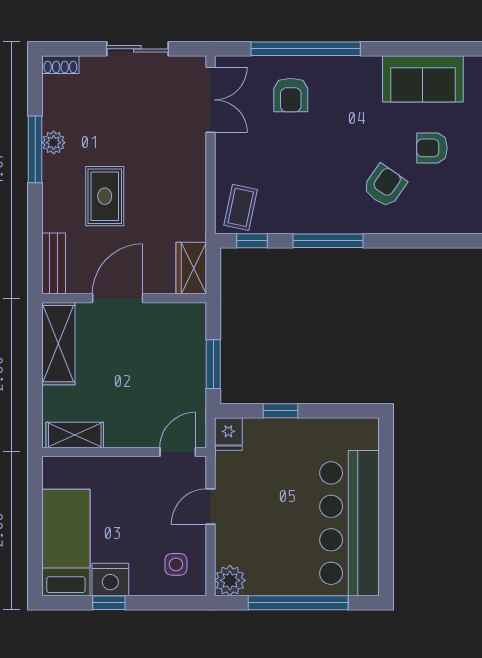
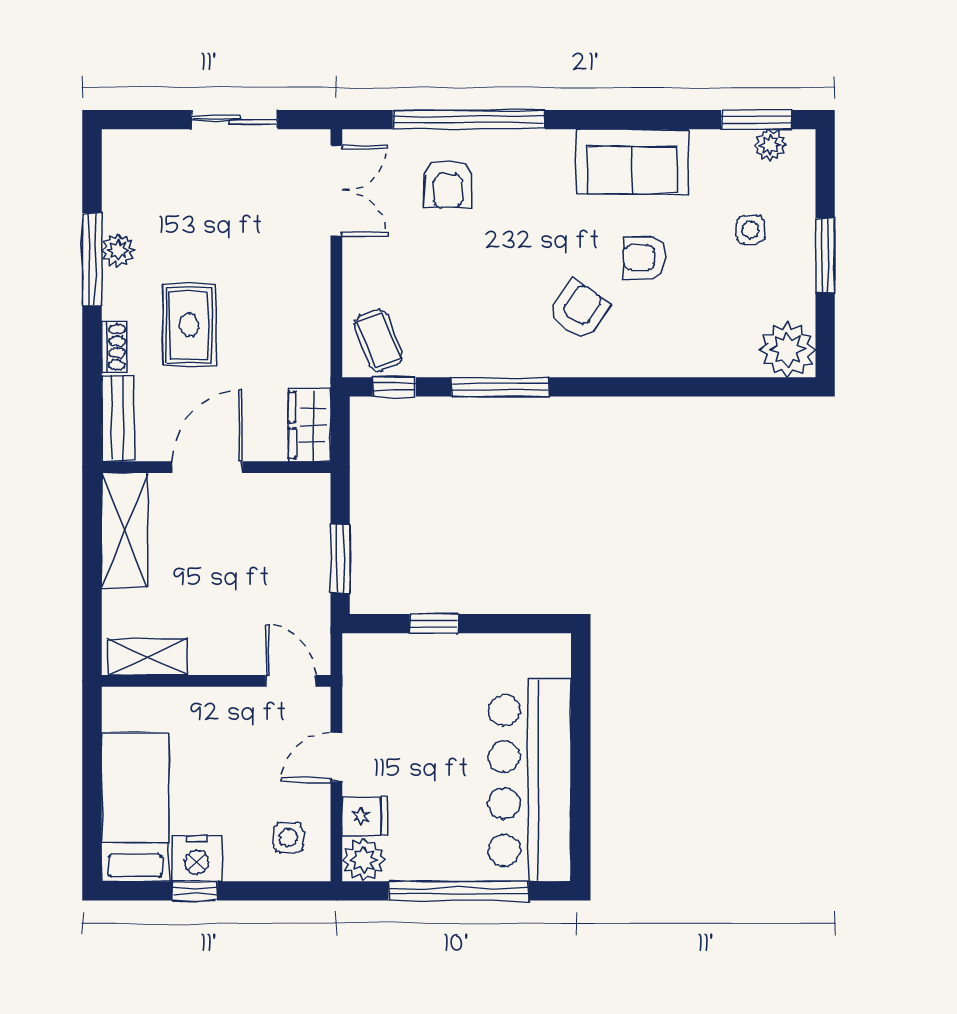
shoe rack: (60, 65) -> (114, 347), moved, turned -90
coffee table: (241, 207) -> (378, 340), turned -33
fridge: (228, 434) -> (365, 816), moved, turned -90
door: (178, 452) -> (291, 681), hinge flipped

